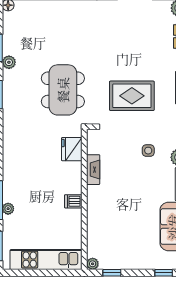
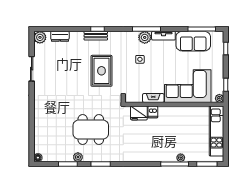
dining table: (63, 90) -> (91, 130), moved
dishwasher: (73, 201) -> (153, 112), moved
corner sofa: (110, 219) -> (188, 86), added

